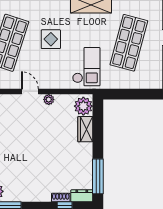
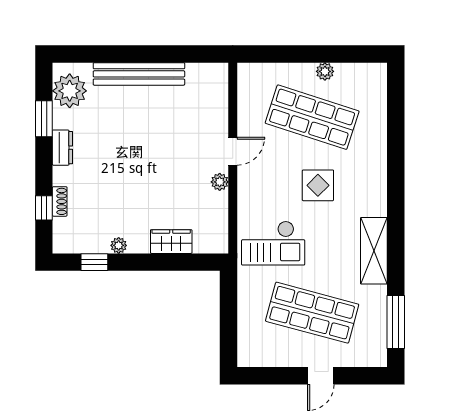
plant: (83, 106) -> (119, 245), moved, width x0.53, depth x0.53
window: (98, 176) -> (94, 262), width x0.46
dresser: (82, 196) -> (62, 148), moved

